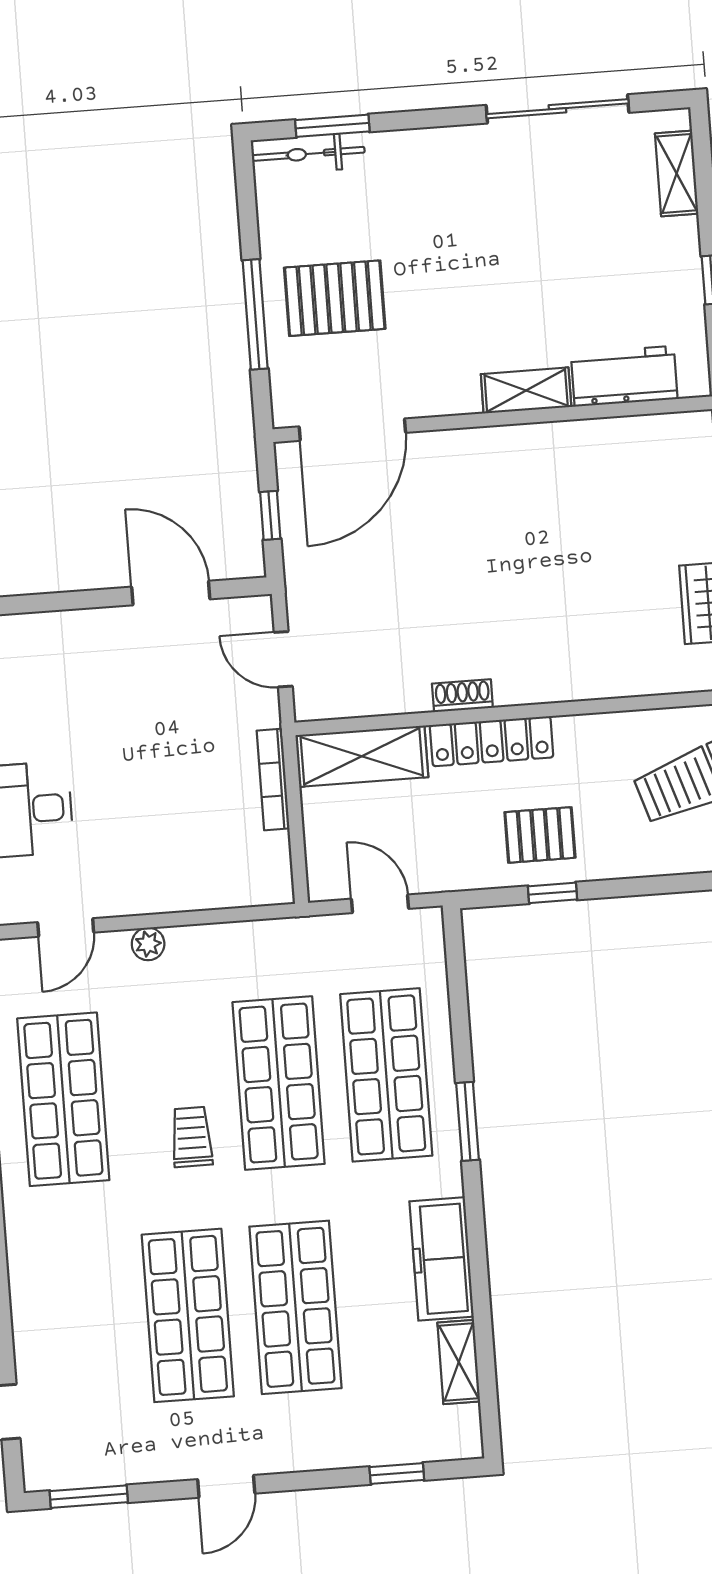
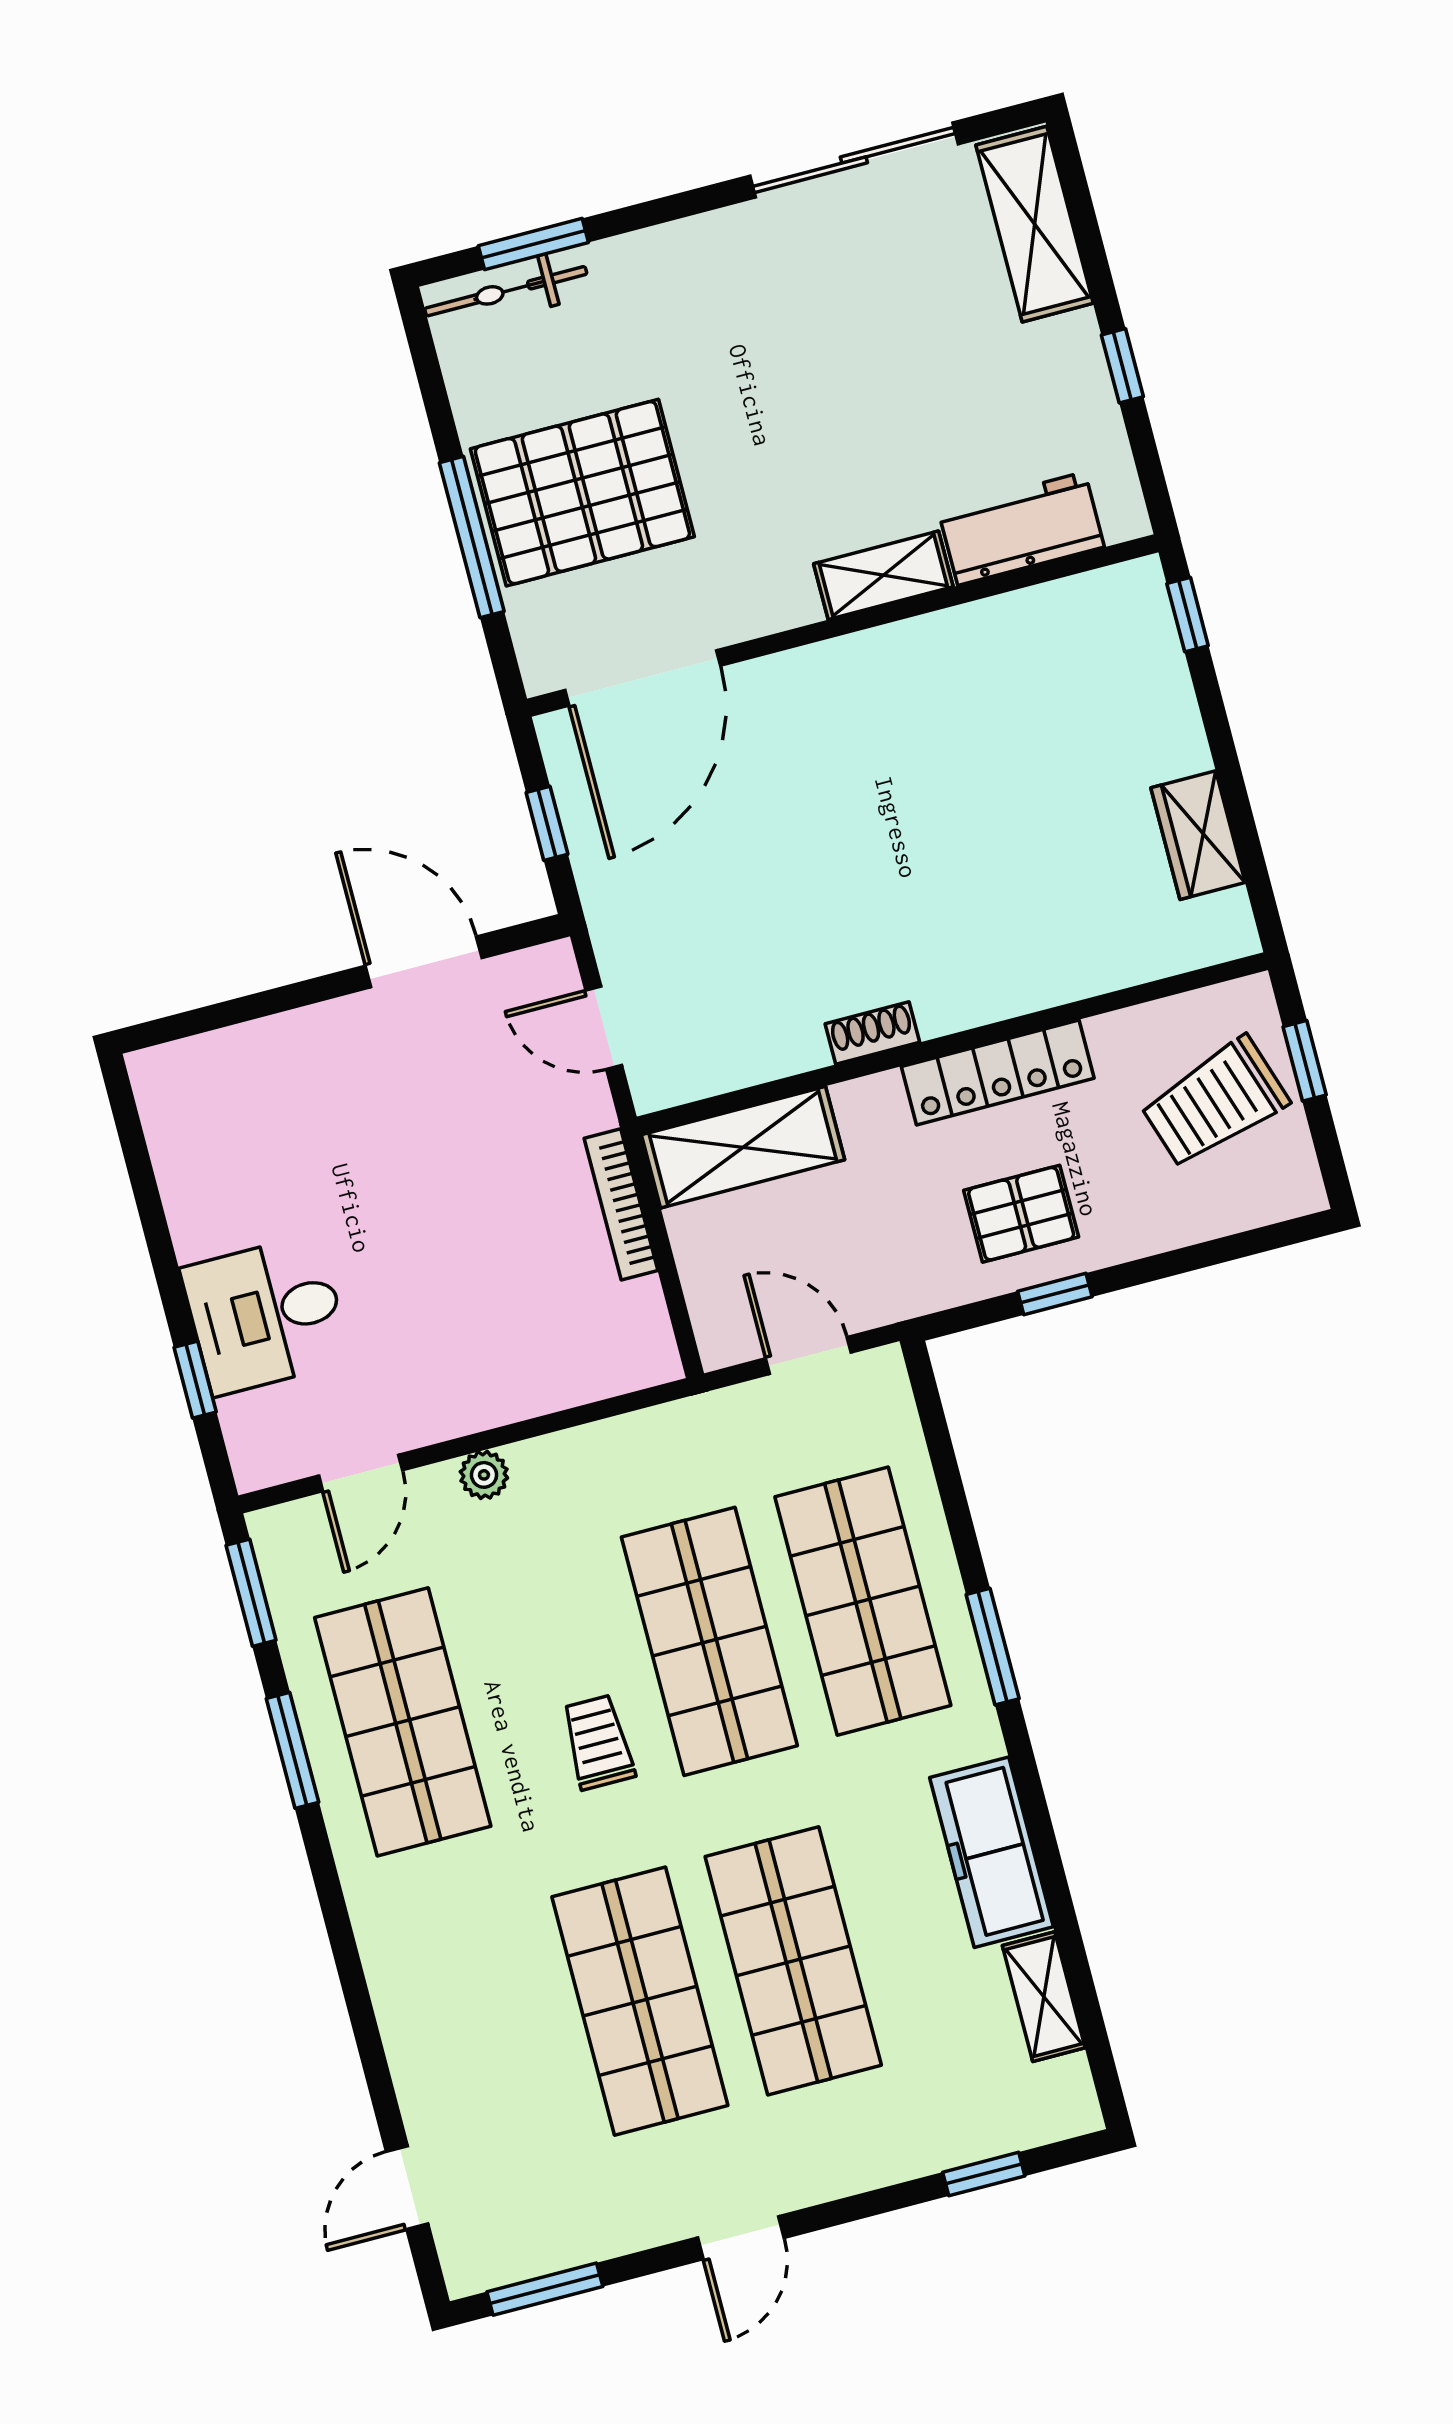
shelving: (677, 173) -> (1034, 224), width x1.50, depth x1.33
pallet: (335, 298) -> (582, 493), width x1.37, depth x1.41
locker: (492, 741) -> (998, 1072), moved

